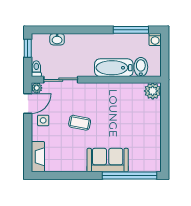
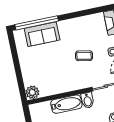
bidet: (141, 67) -> (87, 100), moved
sofa: (108, 160) -> (42, 34), moved

